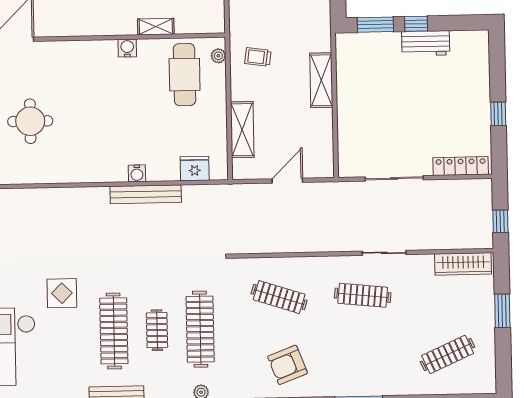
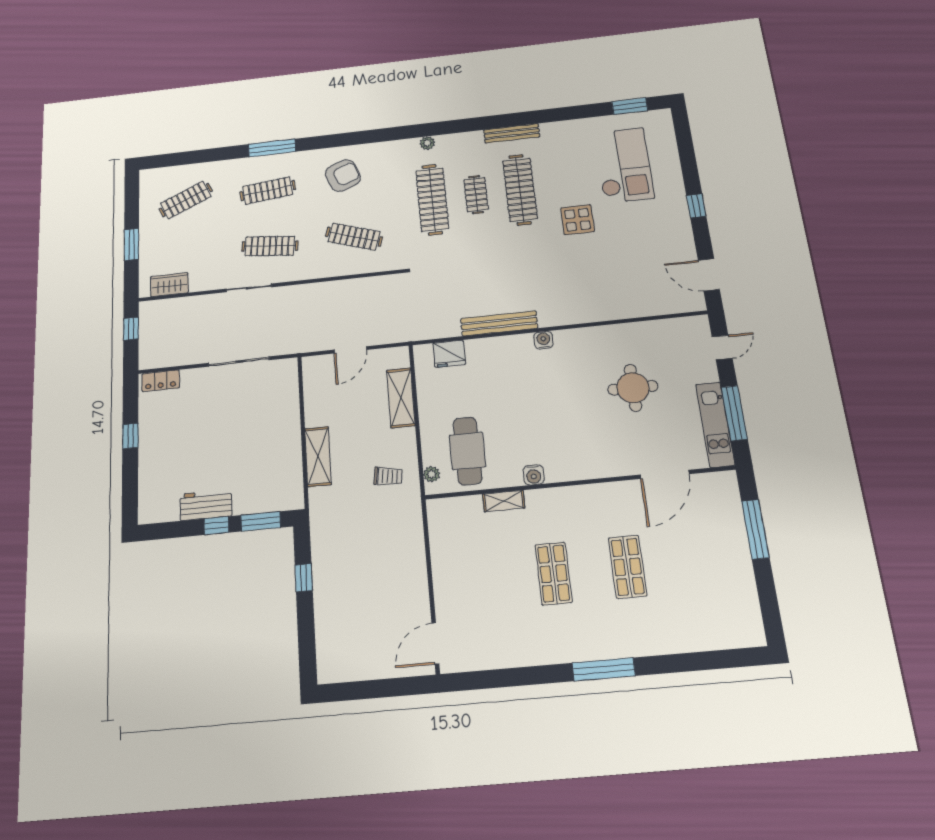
locker: (461, 166) -> (161, 381), width x0.66
water cooler: (137, 173) -> (543, 340), moved
wardrobe: (463, 264) -> (169, 285), width x0.67
clothes rail: (364, 356) -> (268, 191), added

